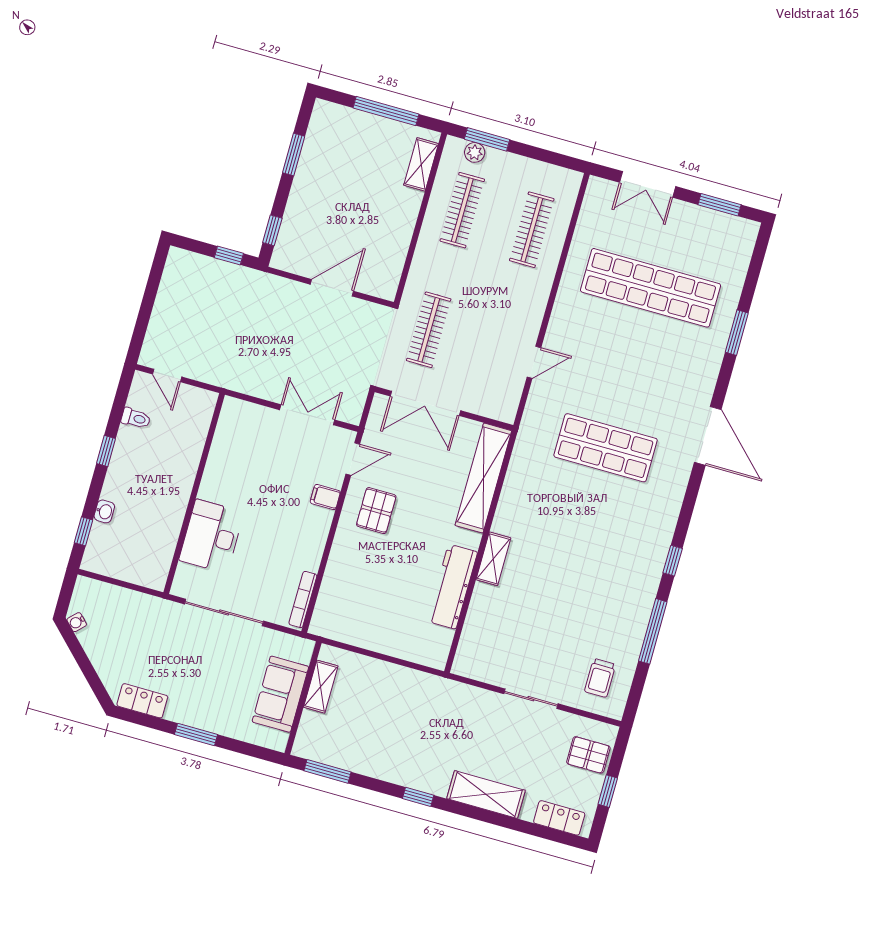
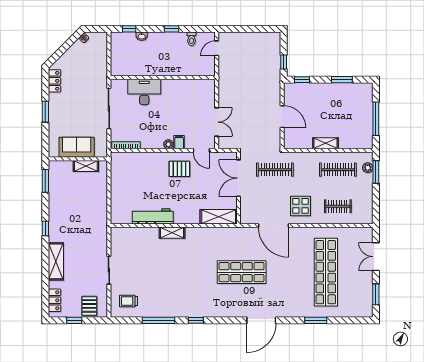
shelving: (421, 164) -> (325, 143), moved
clothes rail: (532, 230) -> (338, 206), width x0.73
display table: (511, 300) -> (300, 206), added
door: (534, 362) -> (273, 225), width x1.88
shop shelf: (606, 448) -> (242, 272), turned 90
shelving: (483, 478) -> (219, 217), width x0.68
plant: (324, 518) -> (168, 144), added

